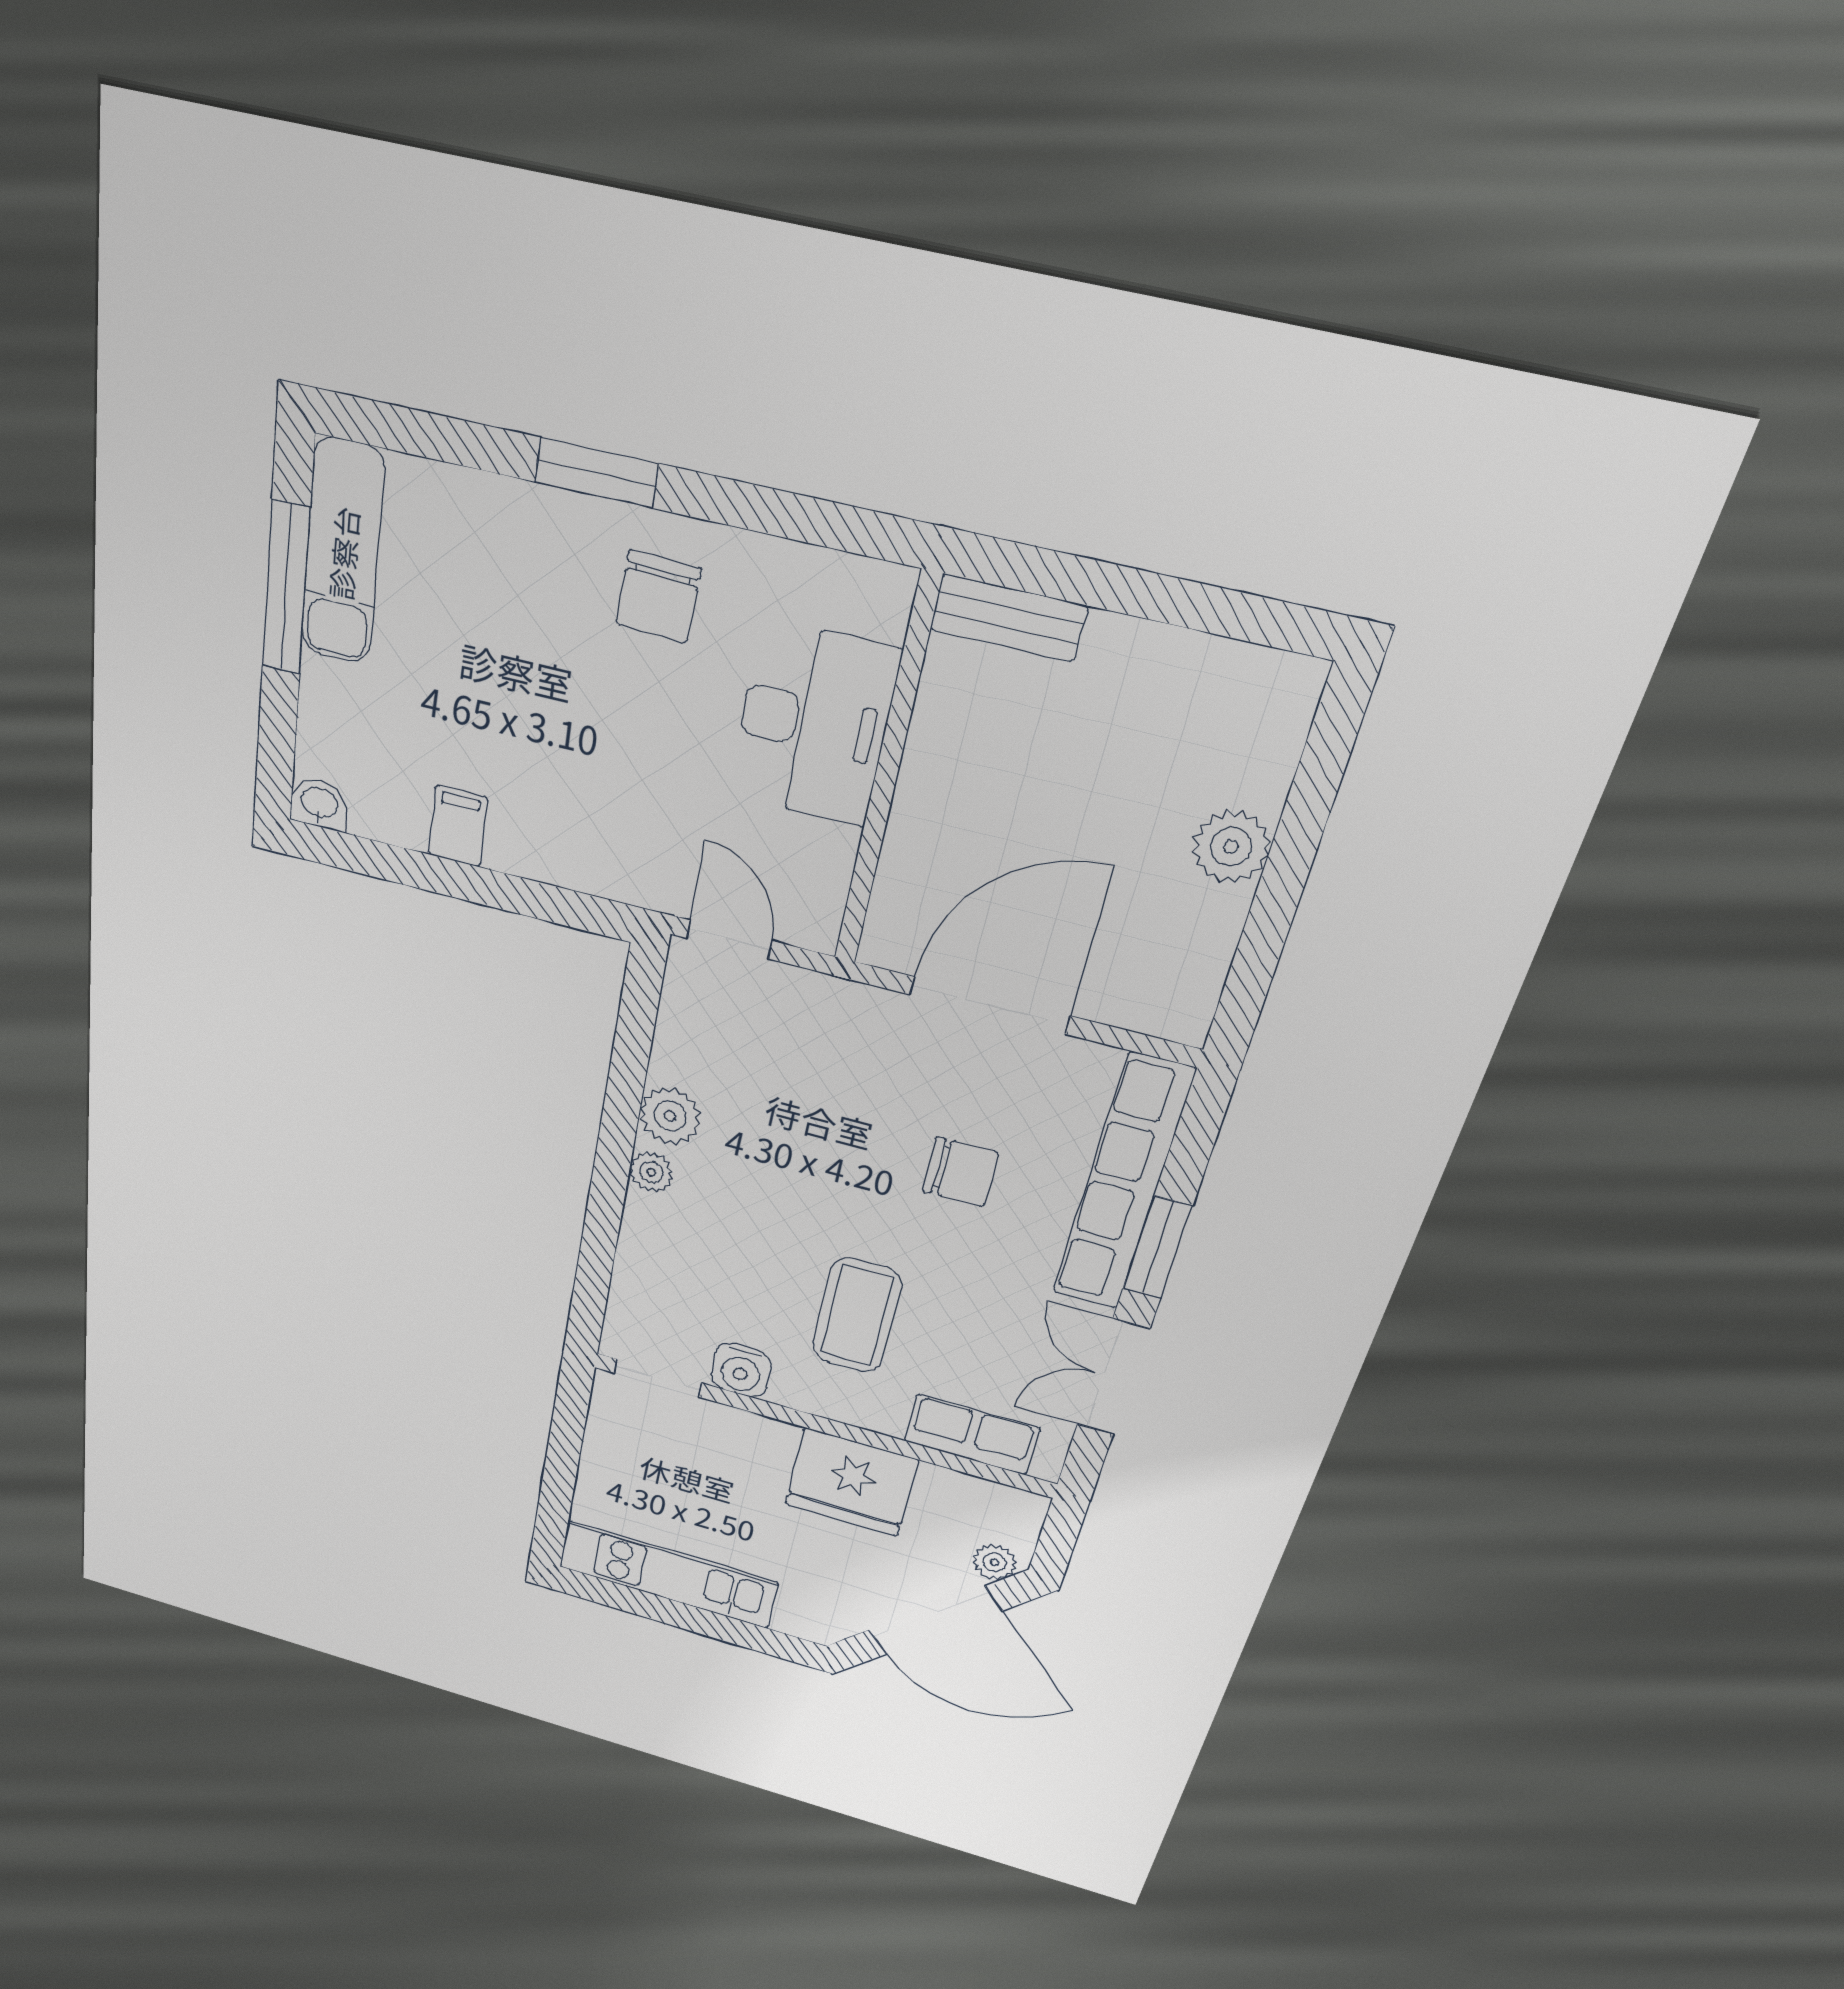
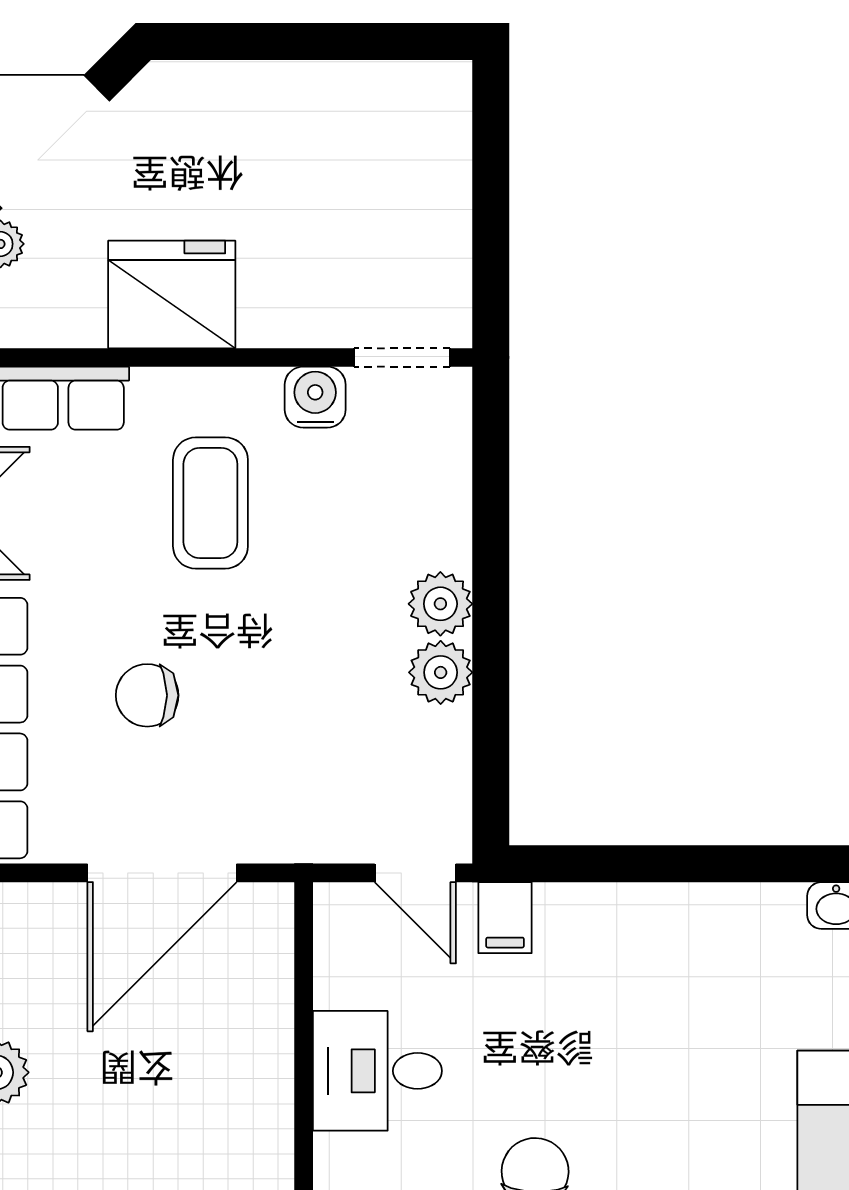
desk: (813, 724) -> (377, 1071), width x0.73
filing cabinet: (458, 826) -> (505, 918), moved
plant: (651, 1172) -> (440, 604), width x1.38, depth x1.38
kitchen unit: (668, 1574) -> (347, 95), removed

